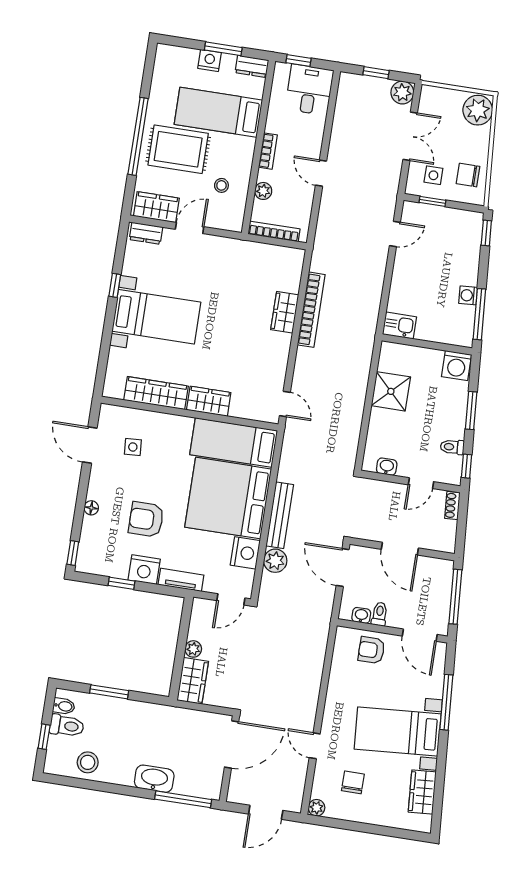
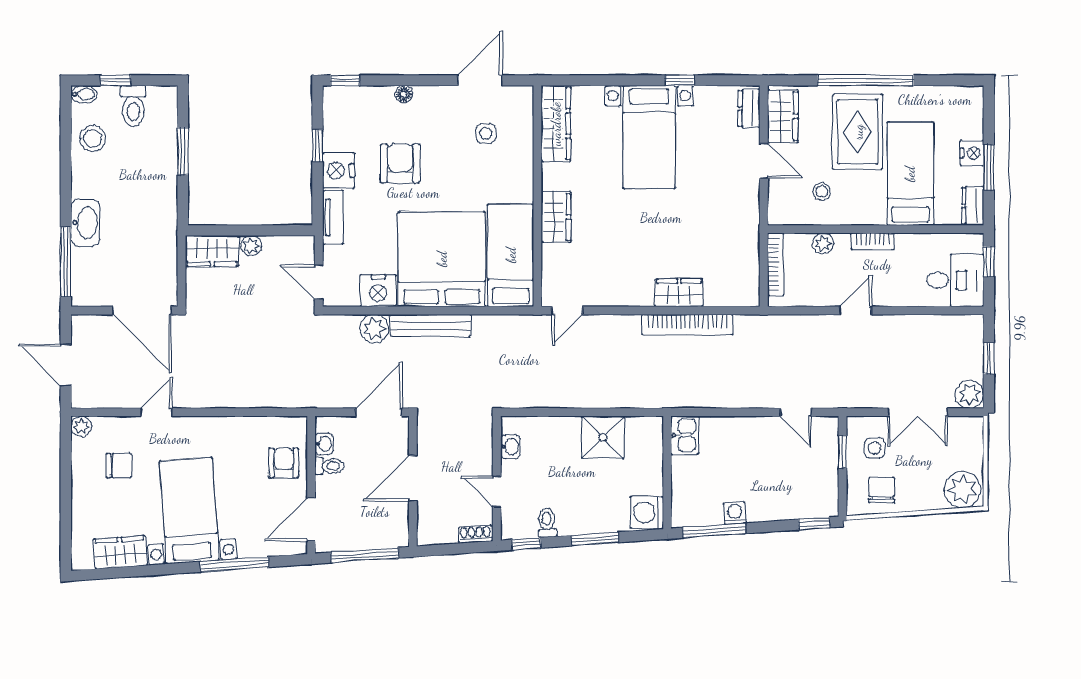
wardrobe: (156, 393) -> (556, 124), moved
bidet: (64, 706) -> (84, 94), moved, turned -90

